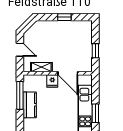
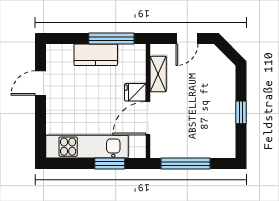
window: (95, 51) -> (185, 164), width x2.17
window: (95, 113) -> (110, 164), moved

